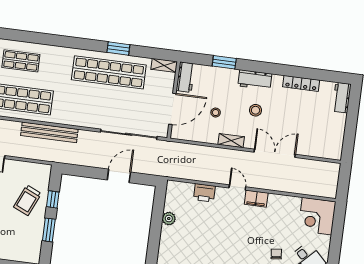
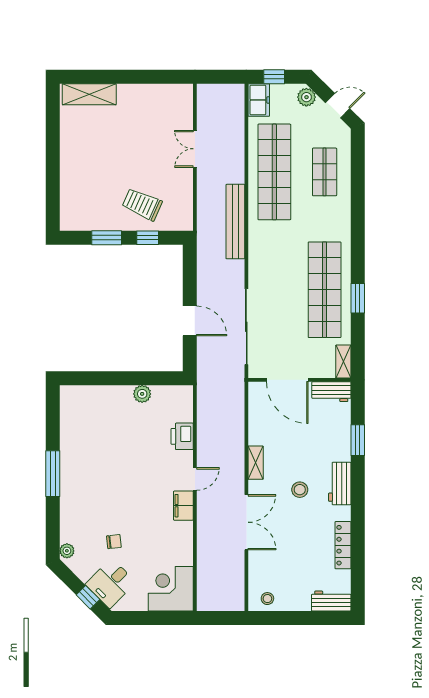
stool: (216, 113) -> (267, 599), moved

